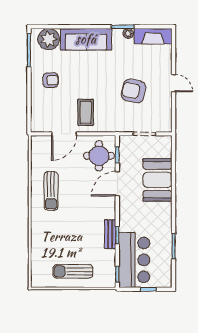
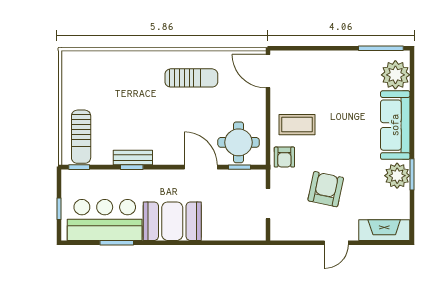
plant: (128, 33) -> (397, 176), width x1.88, depth x1.88
fireplace: (153, 36) -> (384, 230), moved, turned 90
armchair: (51, 80) -> (284, 157), moved
door: (64, 134) -> (268, 71), moved
booth: (157, 180) -> (172, 221), moved
sun lounger: (51, 191) -> (191, 78), turned 180
bar counter: (134, 260) -> (105, 220), moved, turned 180
sun lounger: (73, 271) -> (81, 137), moved, turned 180

